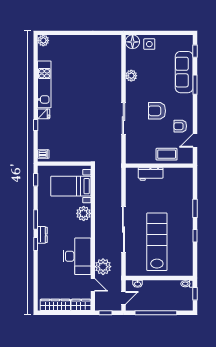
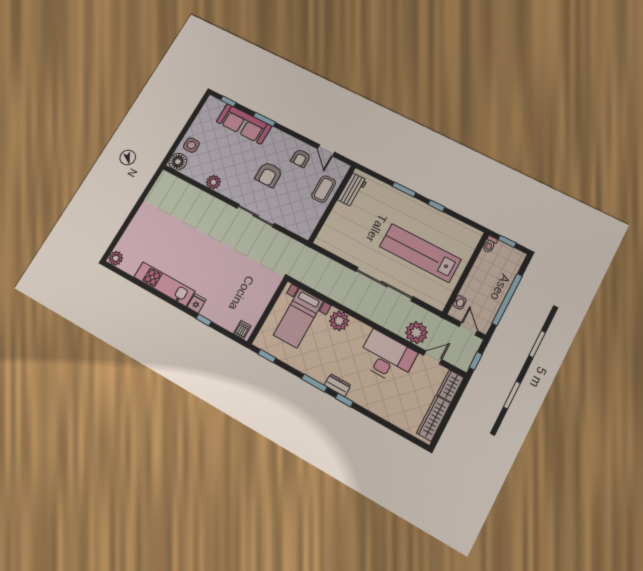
workbench: (151, 174) -> (352, 190), moved

